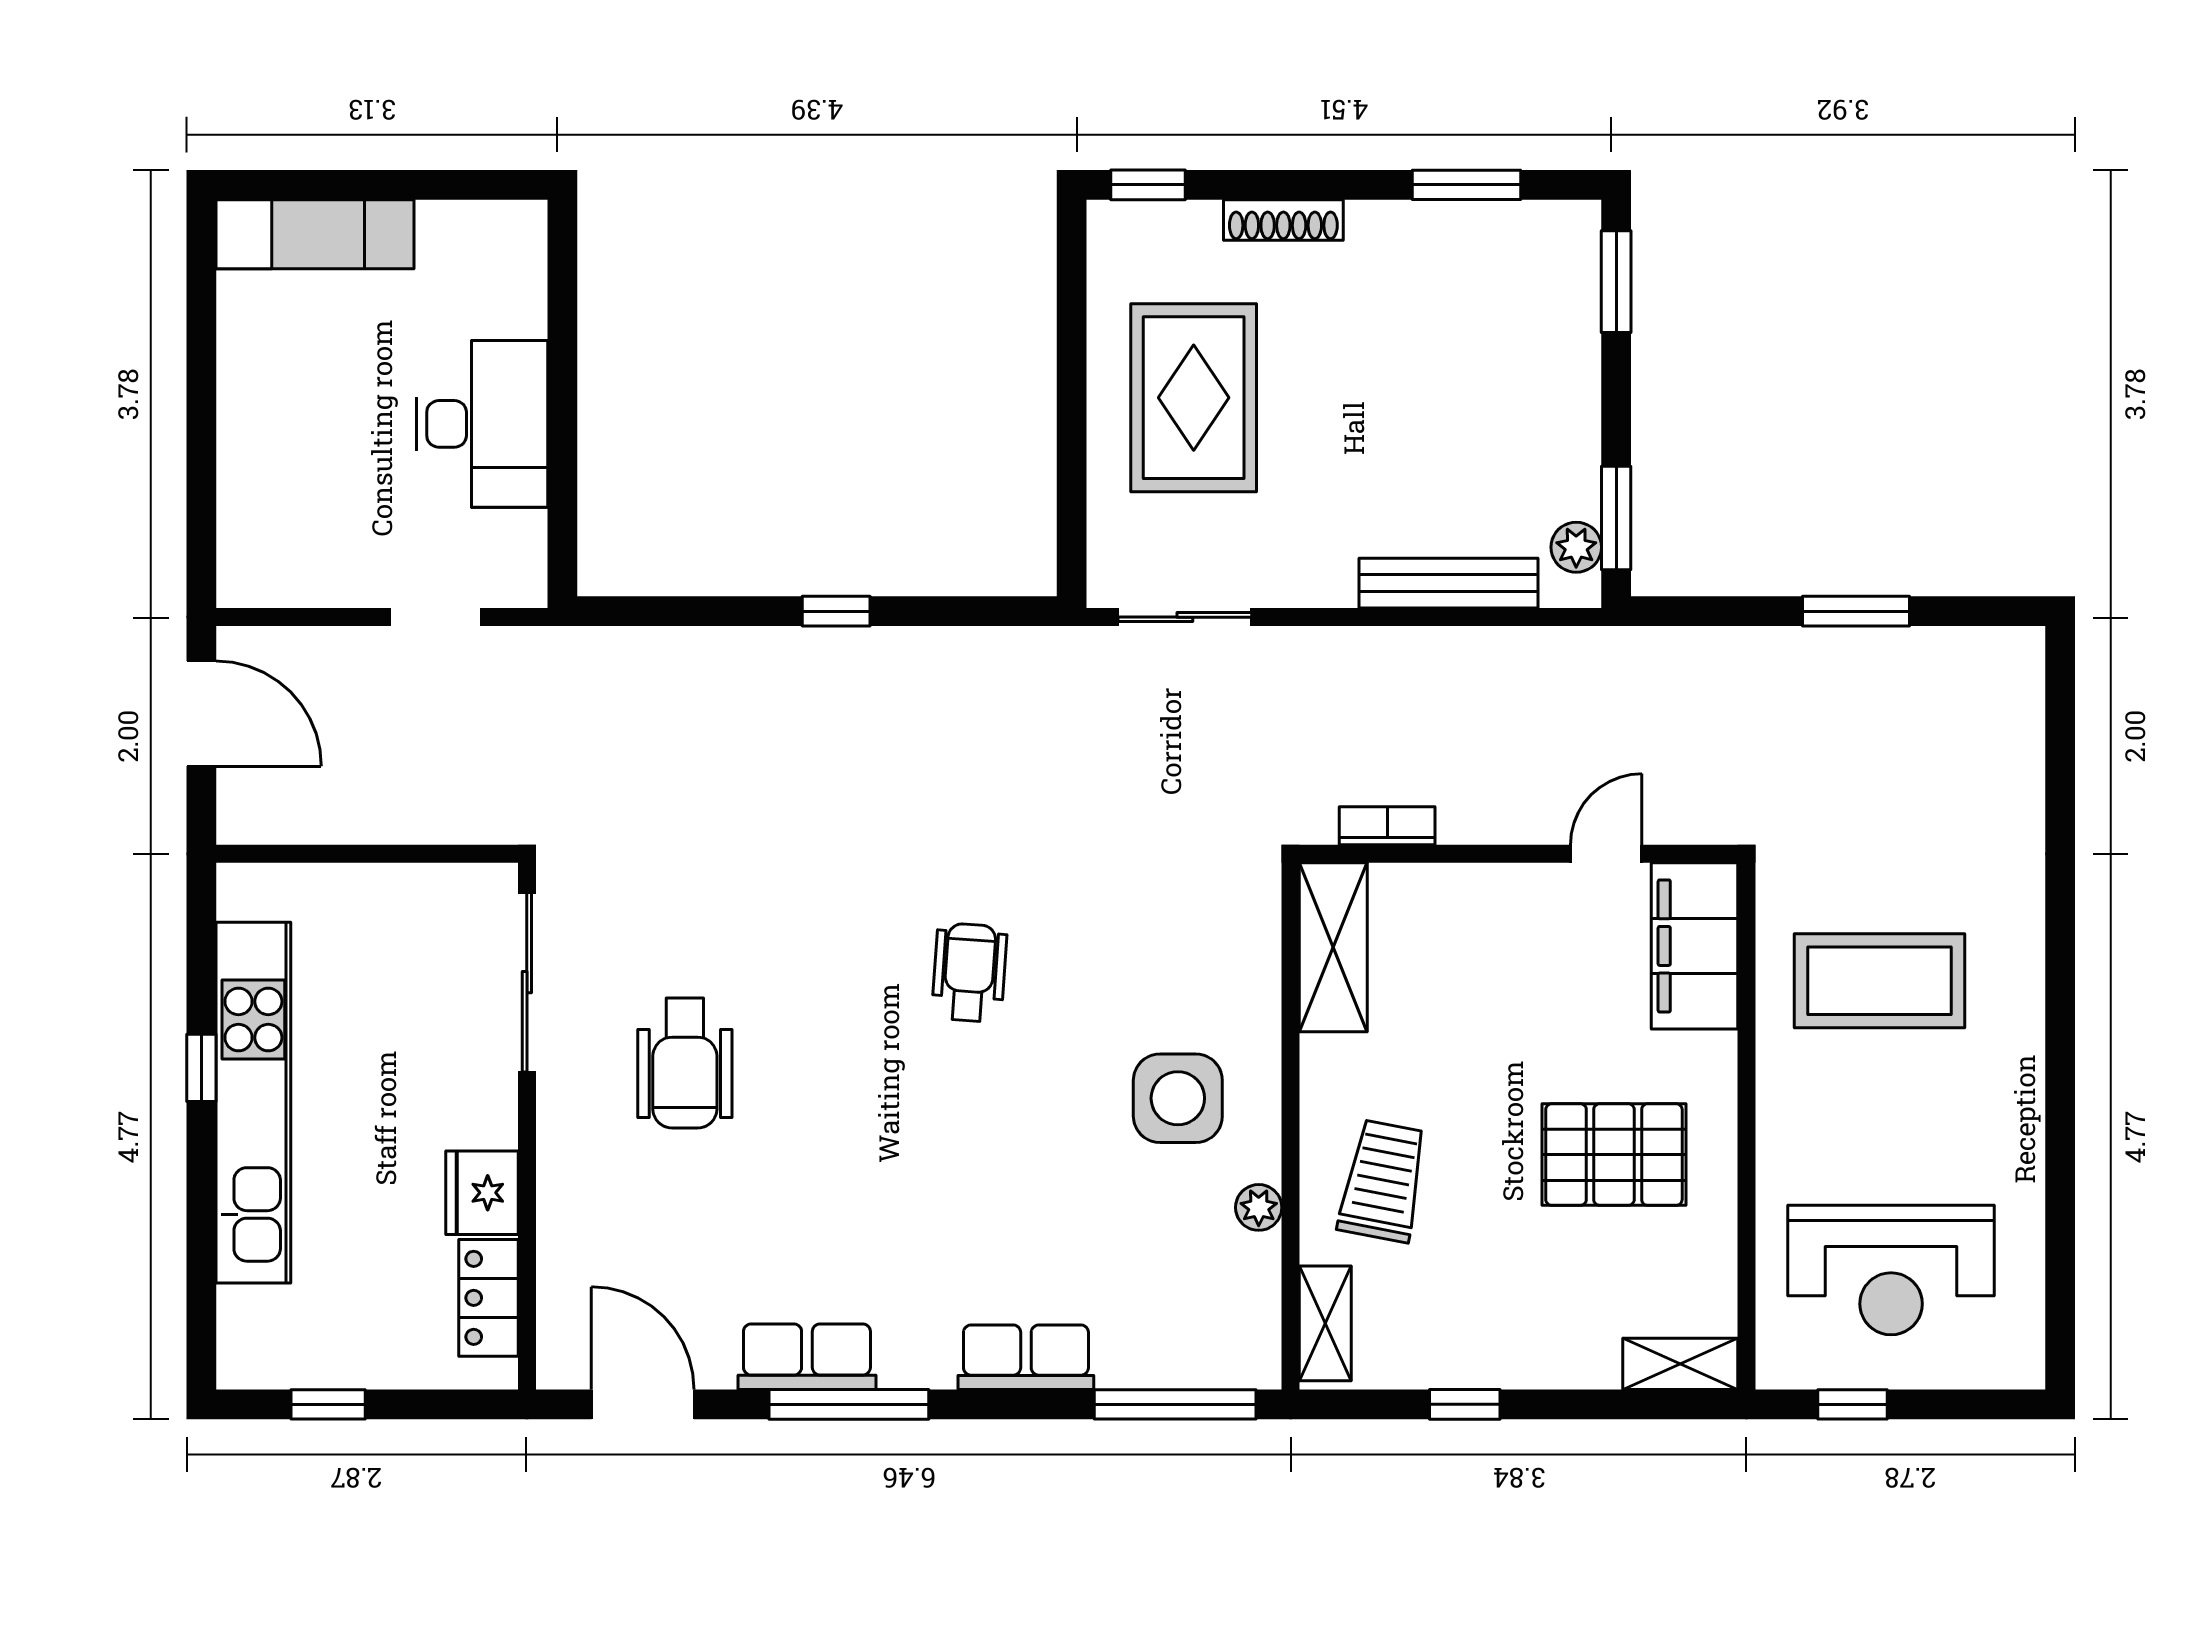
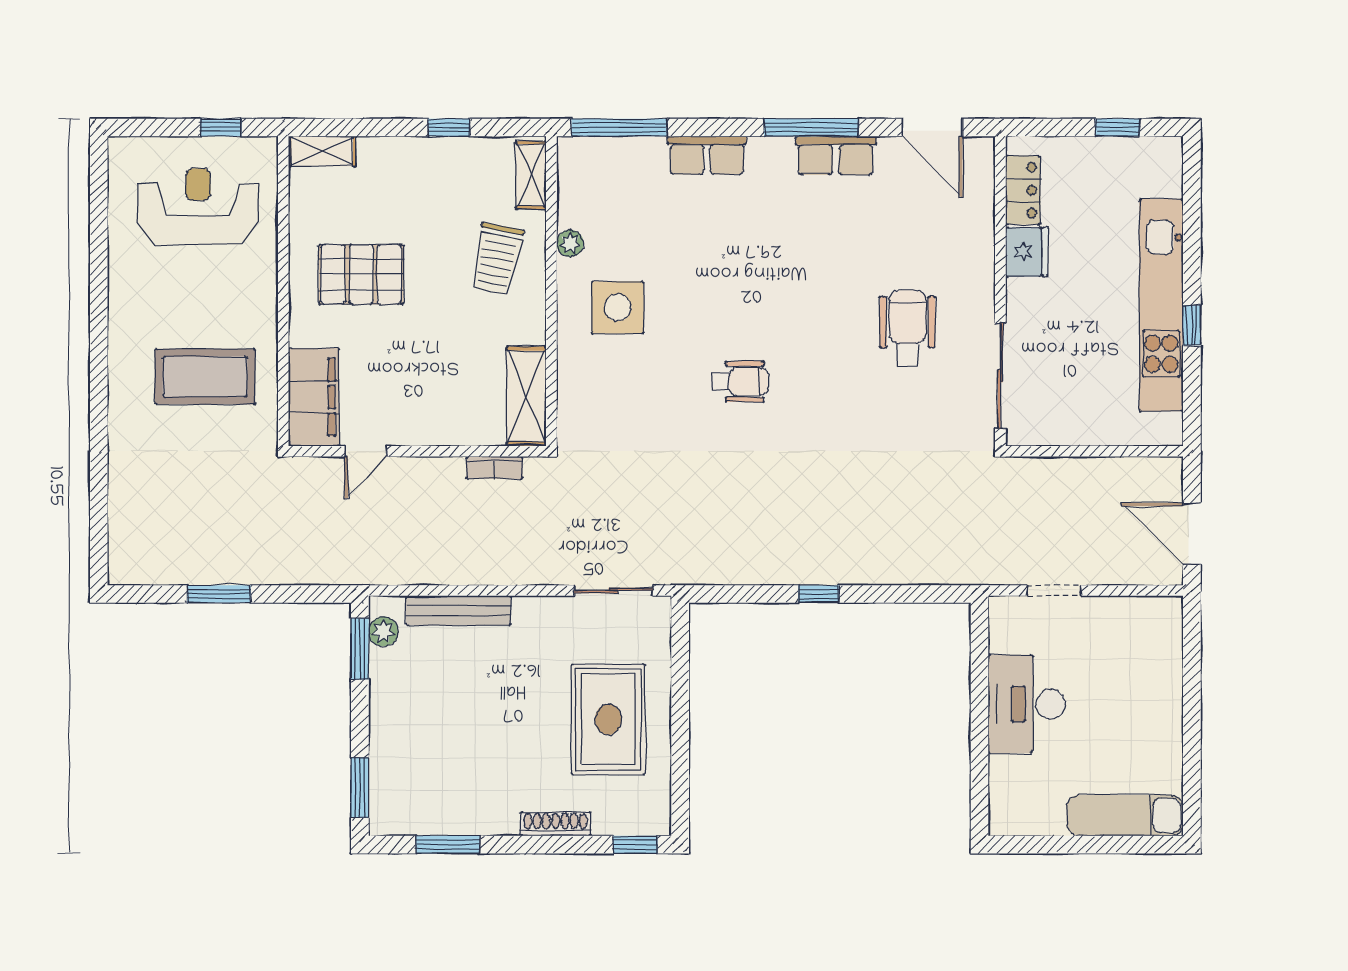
wheelchair: (969, 972) -> (740, 382), turned -94

